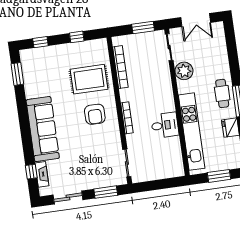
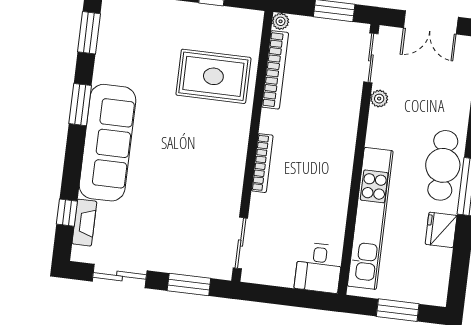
plant: (116, 41) -> (281, 21), added
plant: (184, 71) -> (379, 99), width x0.53, depth x0.53
cafe table: (222, 93) -> (443, 165), width x1.37, depth x1.35
window: (23, 113) -> (80, 105), added
armchair: (95, 114) -> (207, 141), removed
desk: (165, 125) -> (319, 268), moved, turned 90

